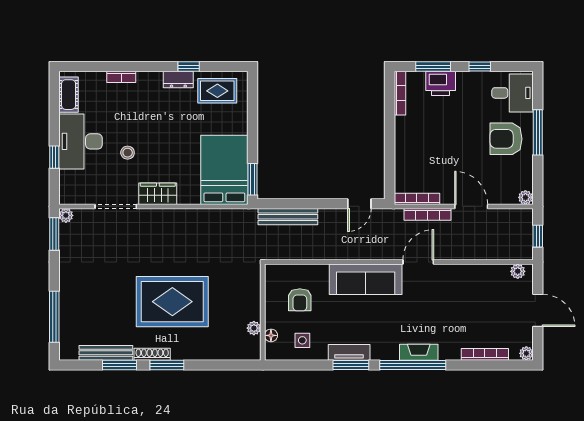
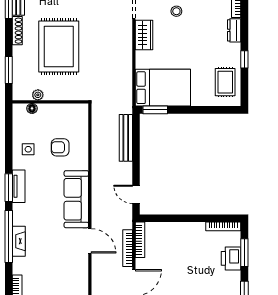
dresser: (178, 80) -> (234, 30), moved
wall: (263, 312) -> (50, 102), moved
plant: (254, 328) -> (38, 95), moved
floor lamp: (271, 335) -> (32, 108), moved
window: (167, 365) -> (9, 70), moved

